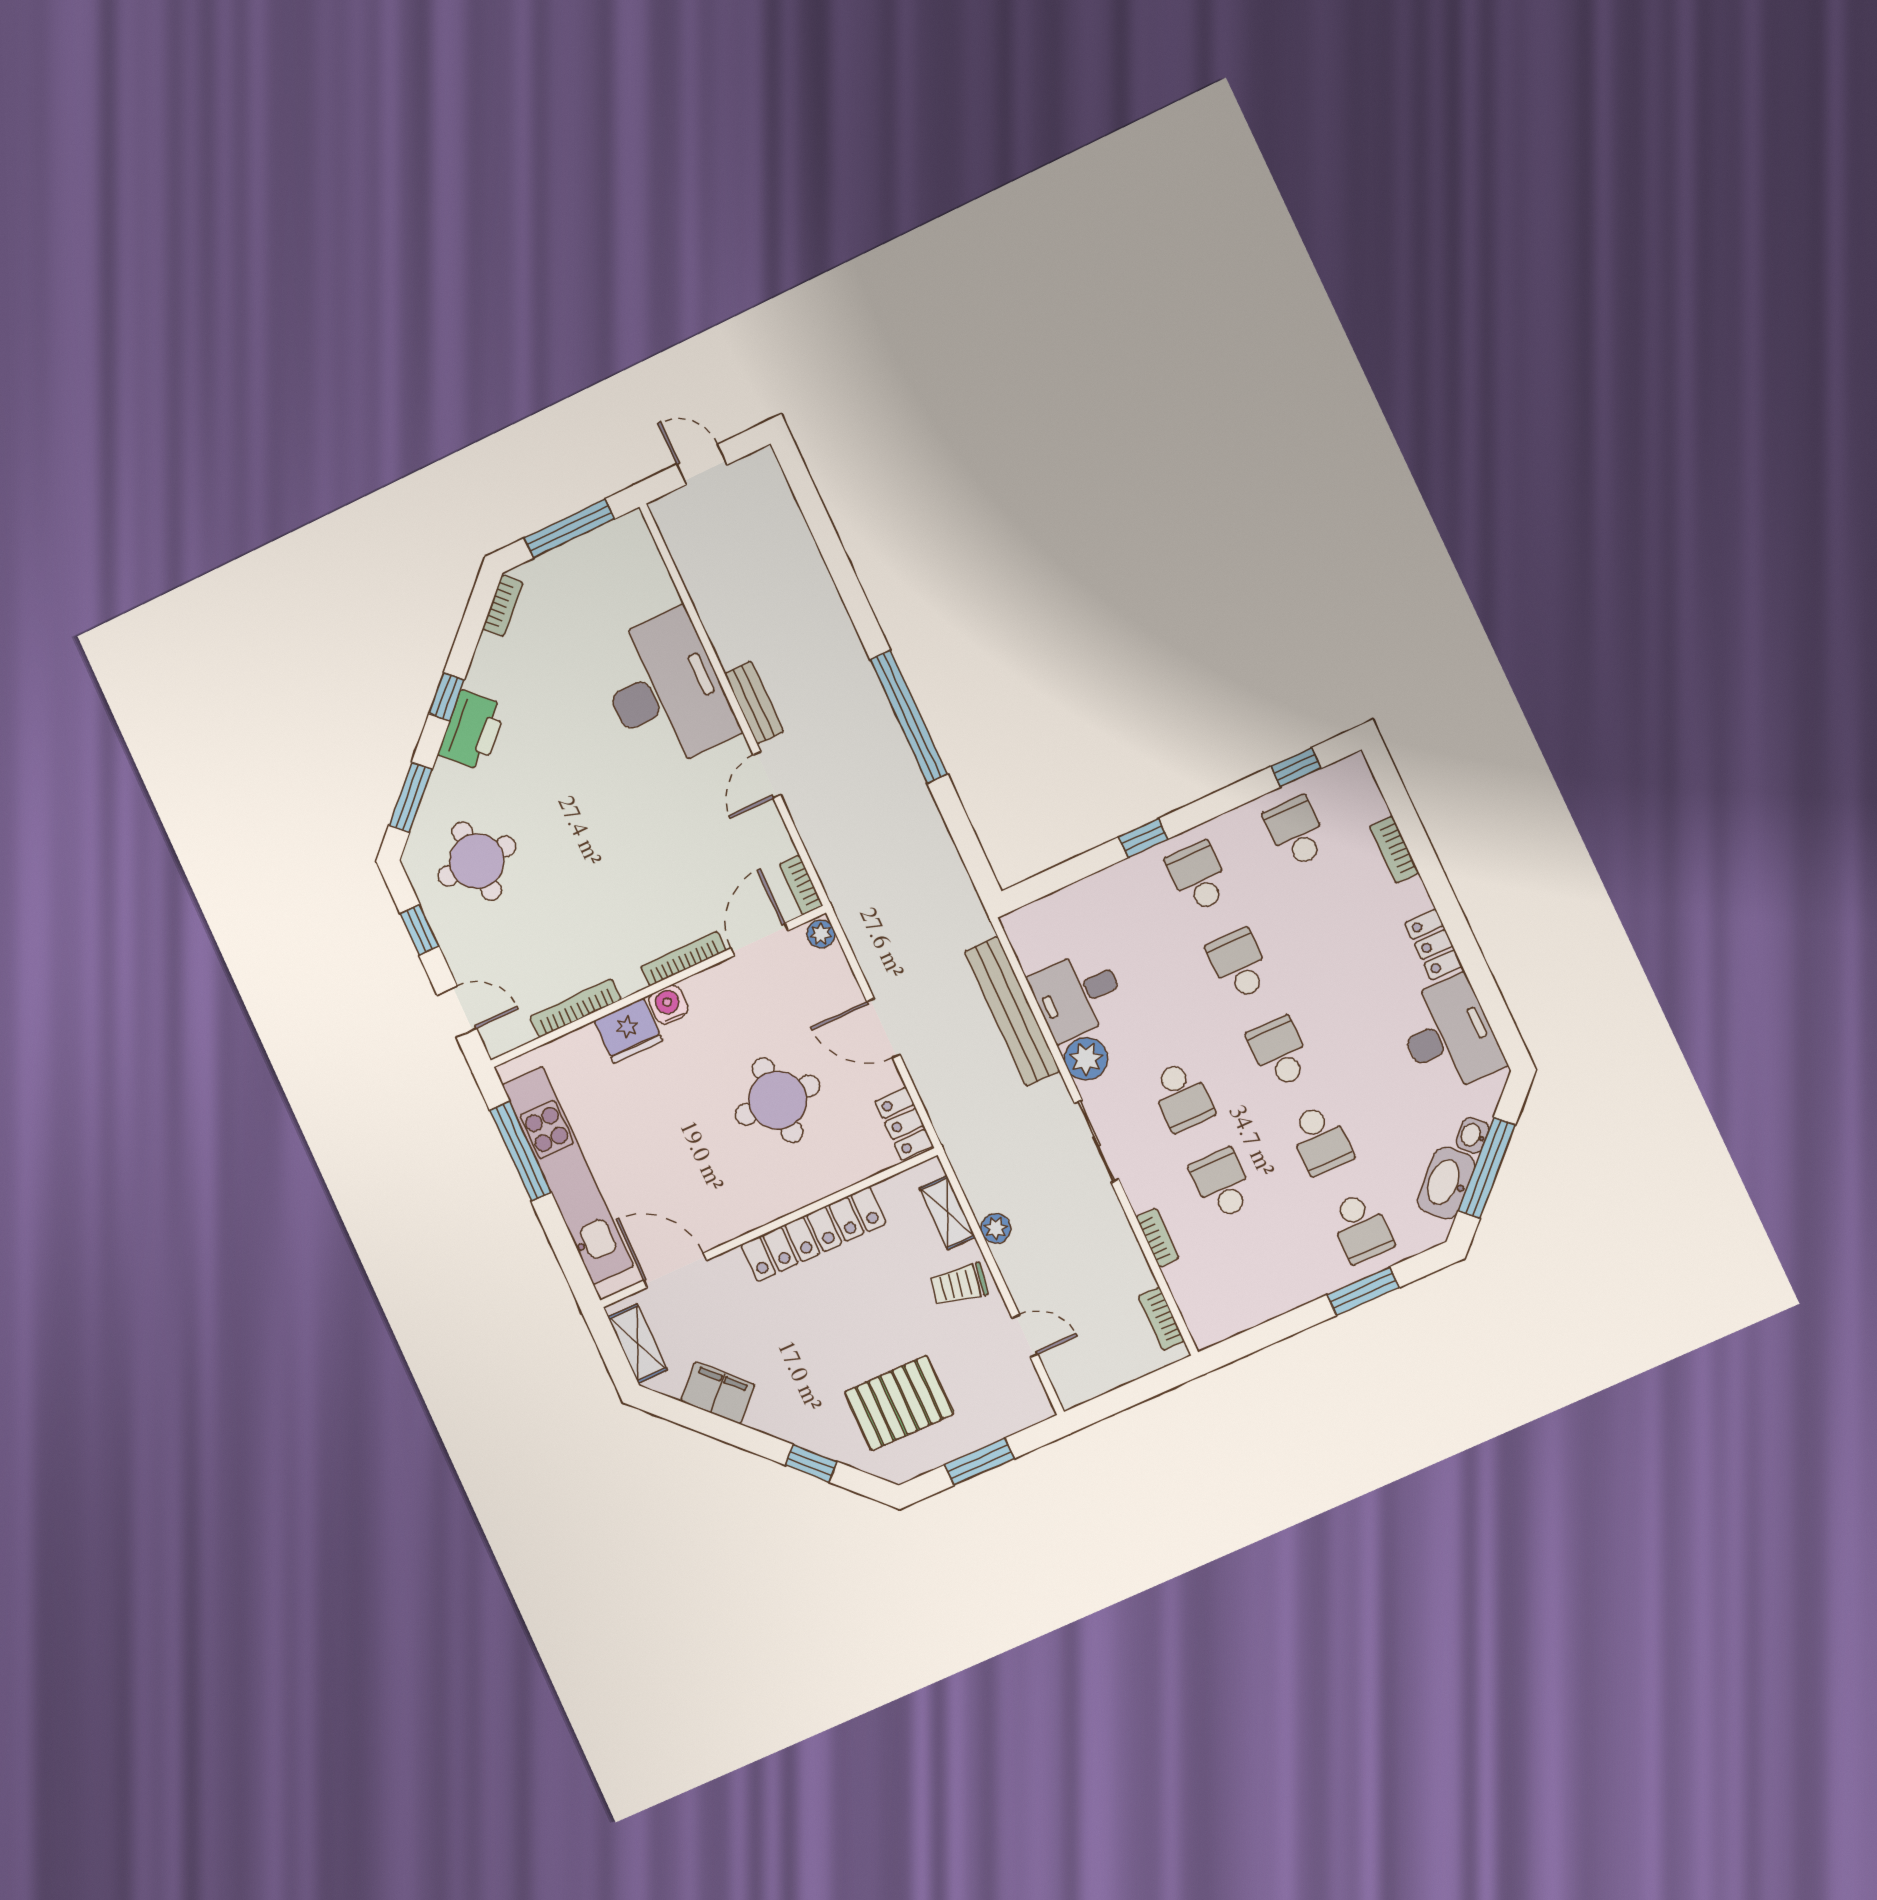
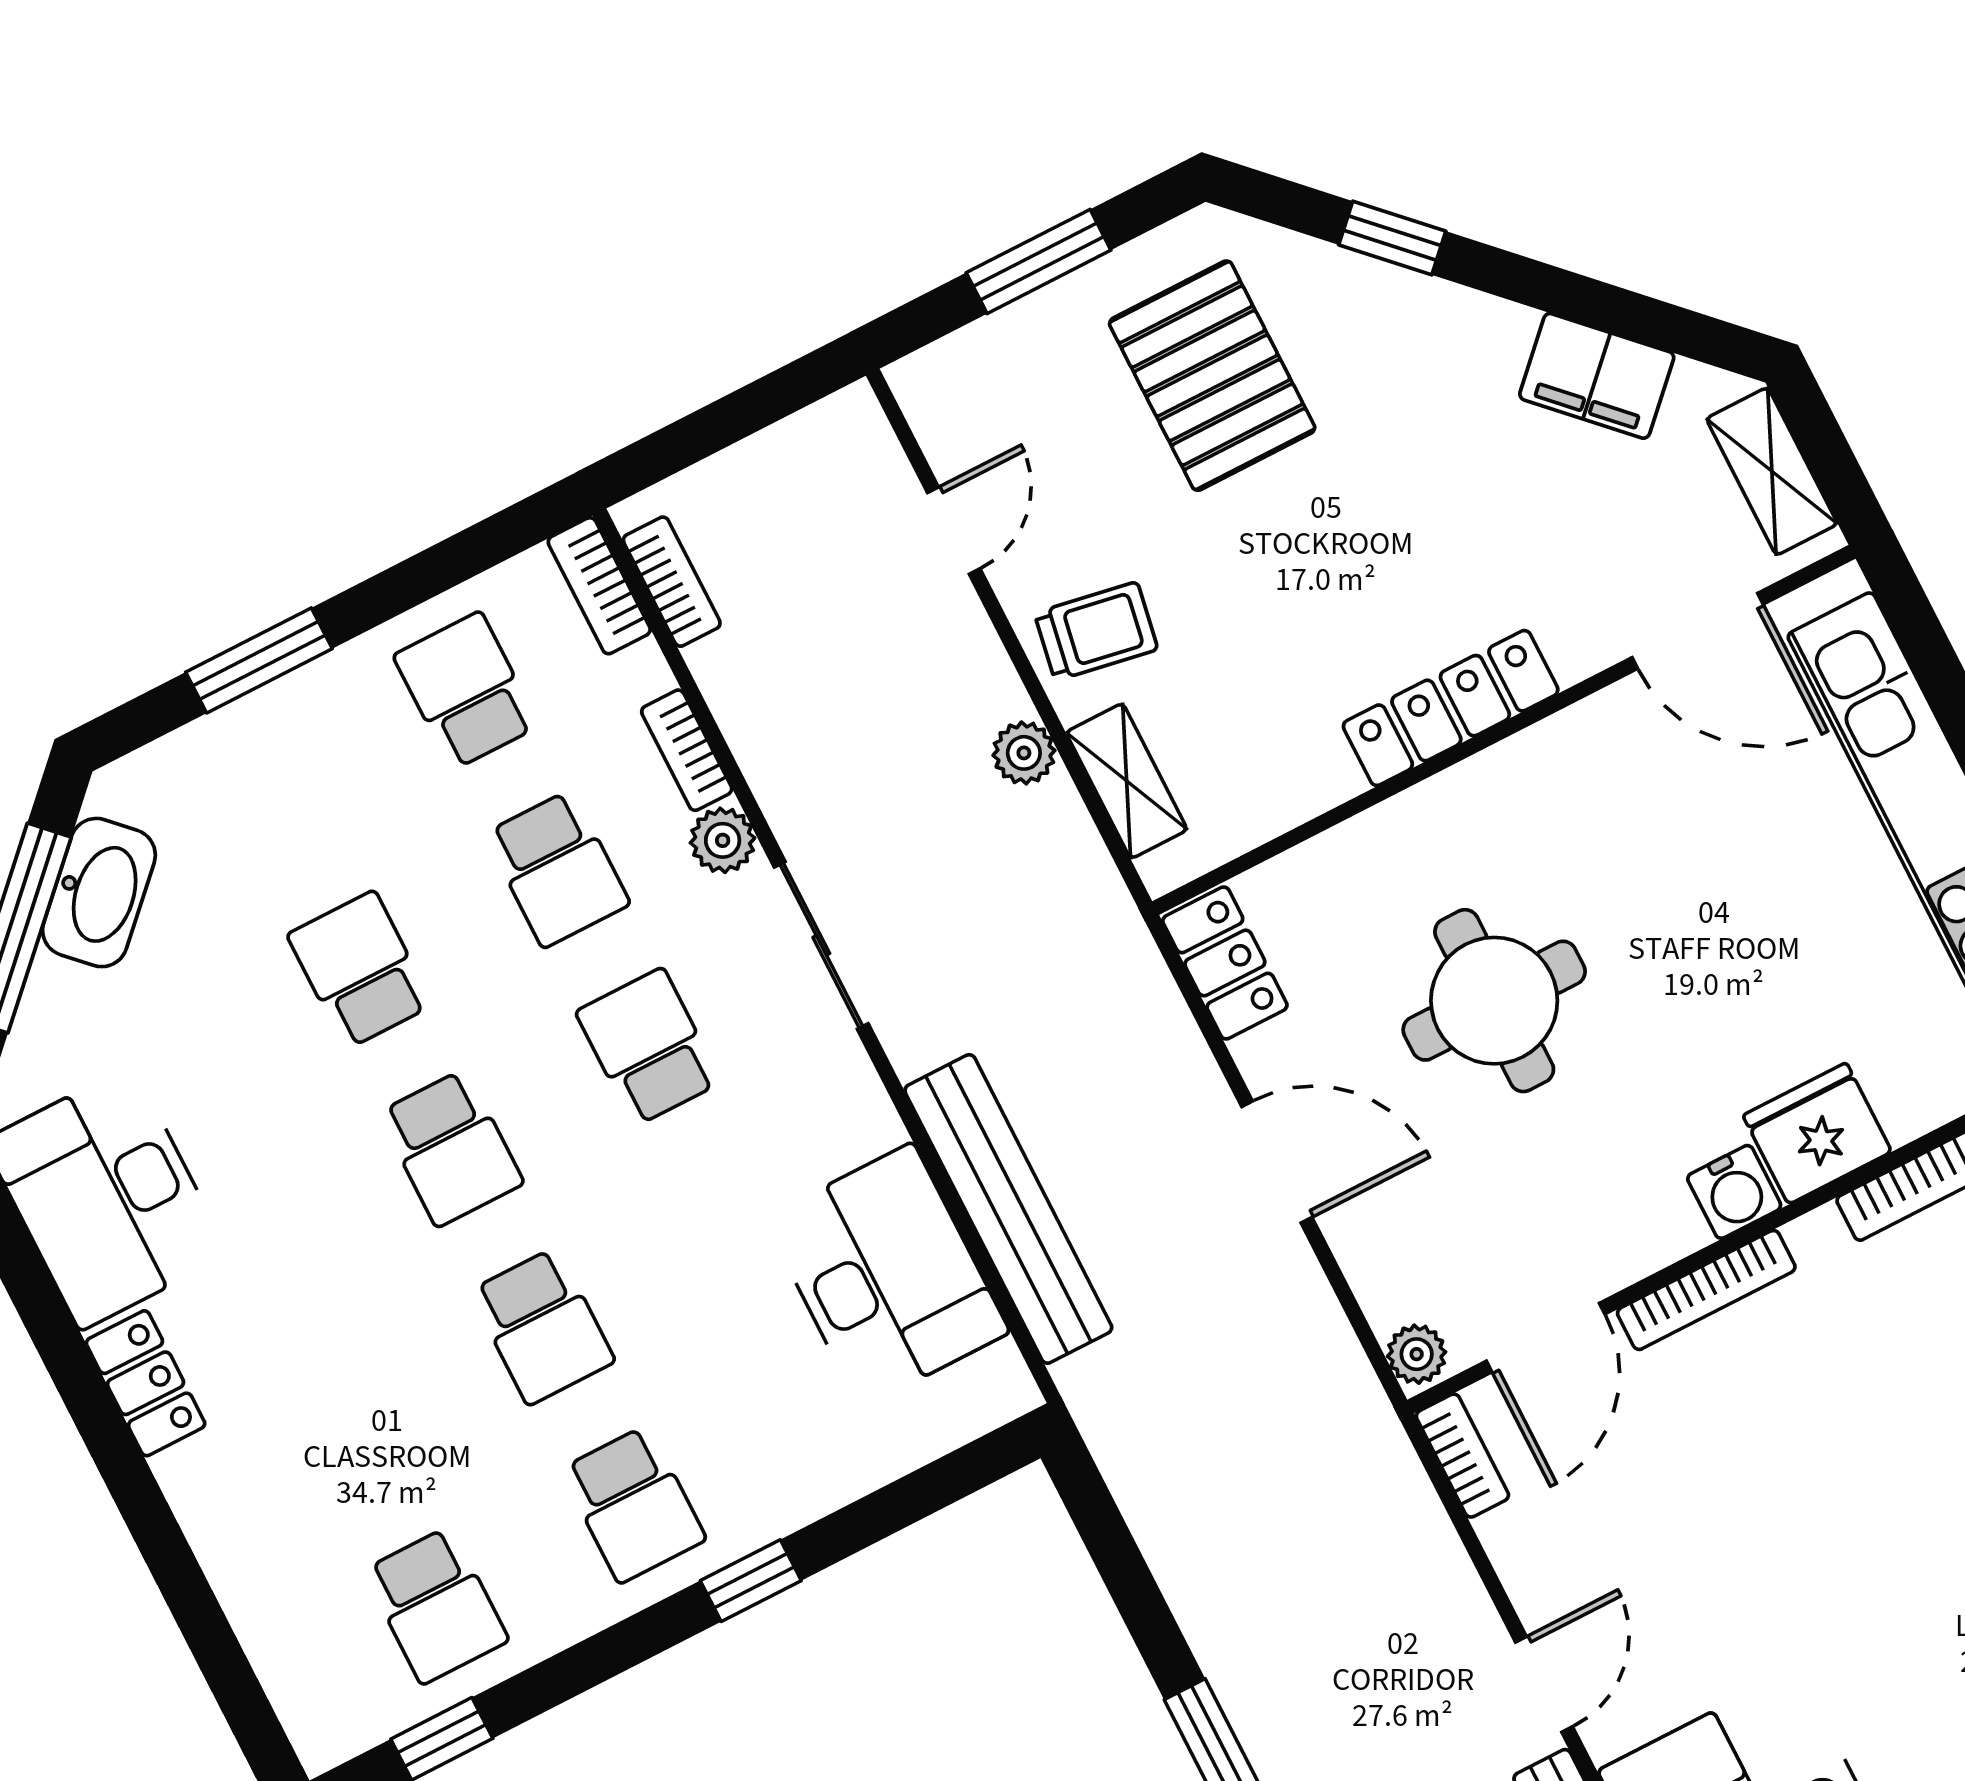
bookcase: (1394, 850) -> (599, 586), moved, turned 180
desk: (1078, 995) -> (887, 1275), width x1.37
plant: (1086, 1059) -> (723, 840), moved, width x0.73, depth x0.73
washbasin: (1472, 1135) -> (50, 993), removed
school desk: (1361, 1228) -> (466, 691), moved
locker: (813, 1234) -> (1451, 708), width x0.71, depth x0.83
door: (1025, 1336) -> (954, 531), swing flipped
pallet: (899, 1403) -> (1212, 376), turned 90

